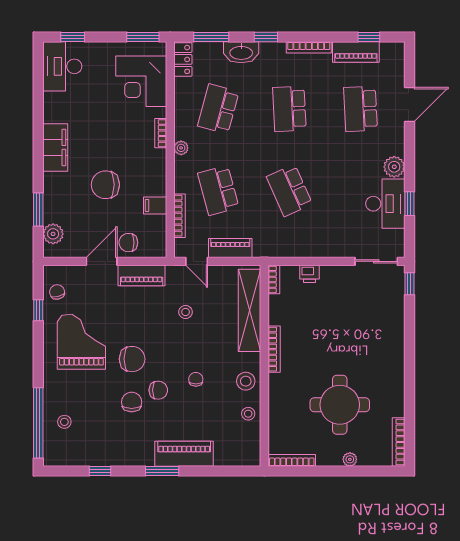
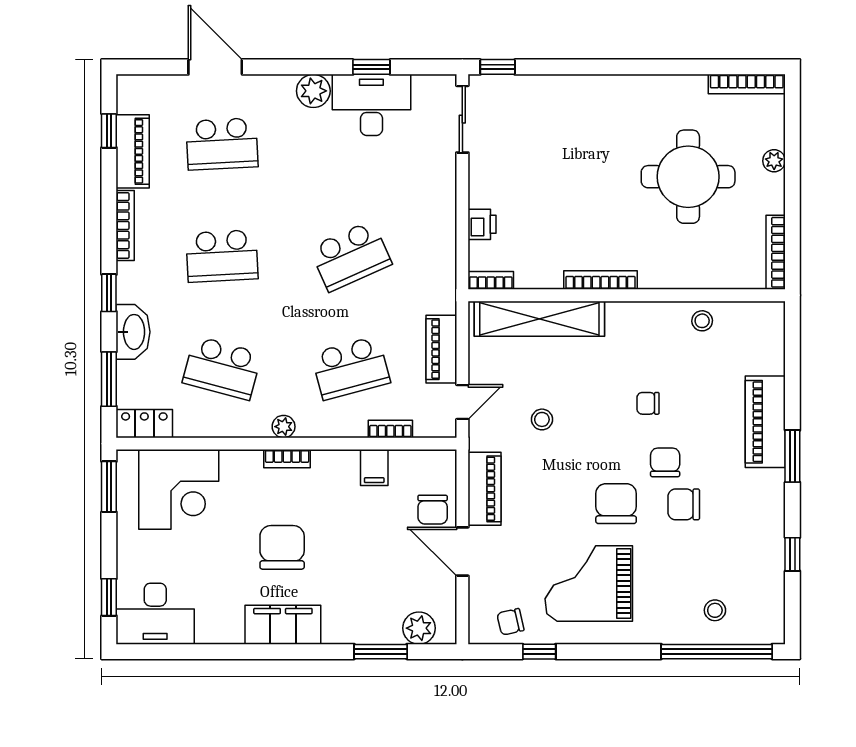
bookcase: (161, 133) -> (287, 459), moved
chair: (105, 185) -> (282, 547), moved, turned 180
bookcase: (180, 216) -> (390, 429), width x0.64
stool: (246, 381) -> (651, 325), removed

